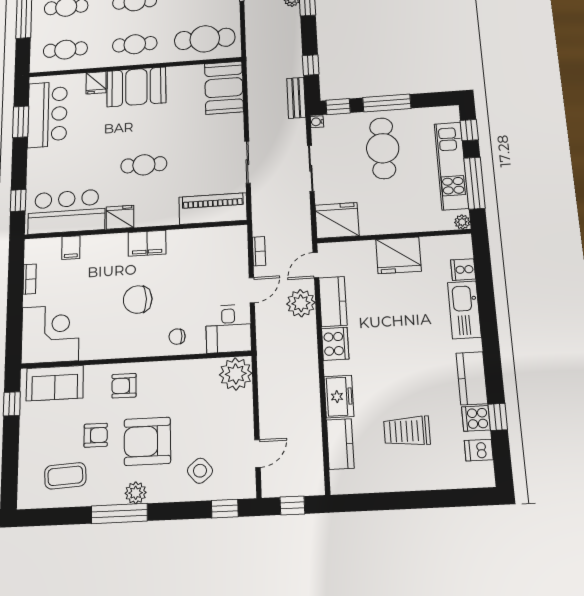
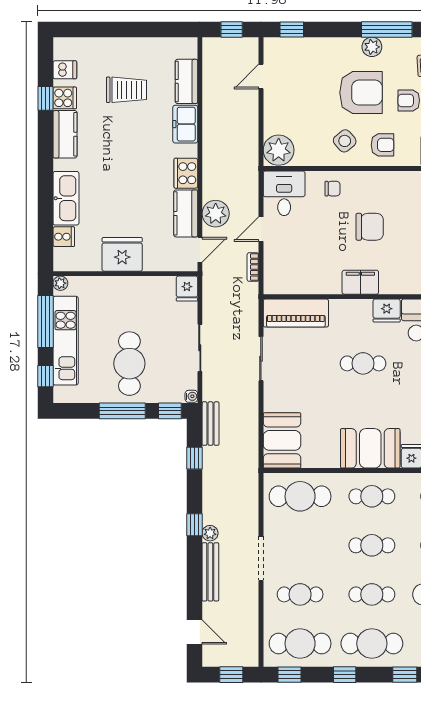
fridge: (337, 220) -> (187, 289), width x0.53, depth x0.75
side table: (200, 471) -> (345, 141), moved

